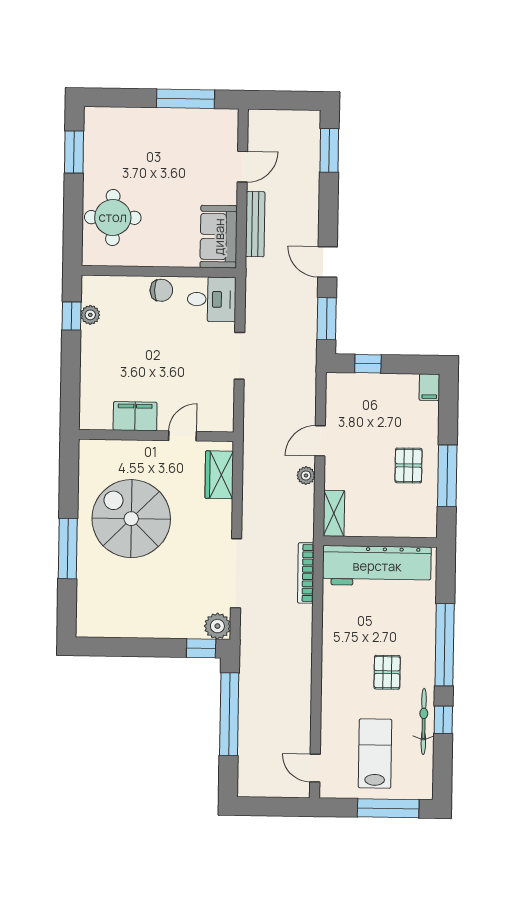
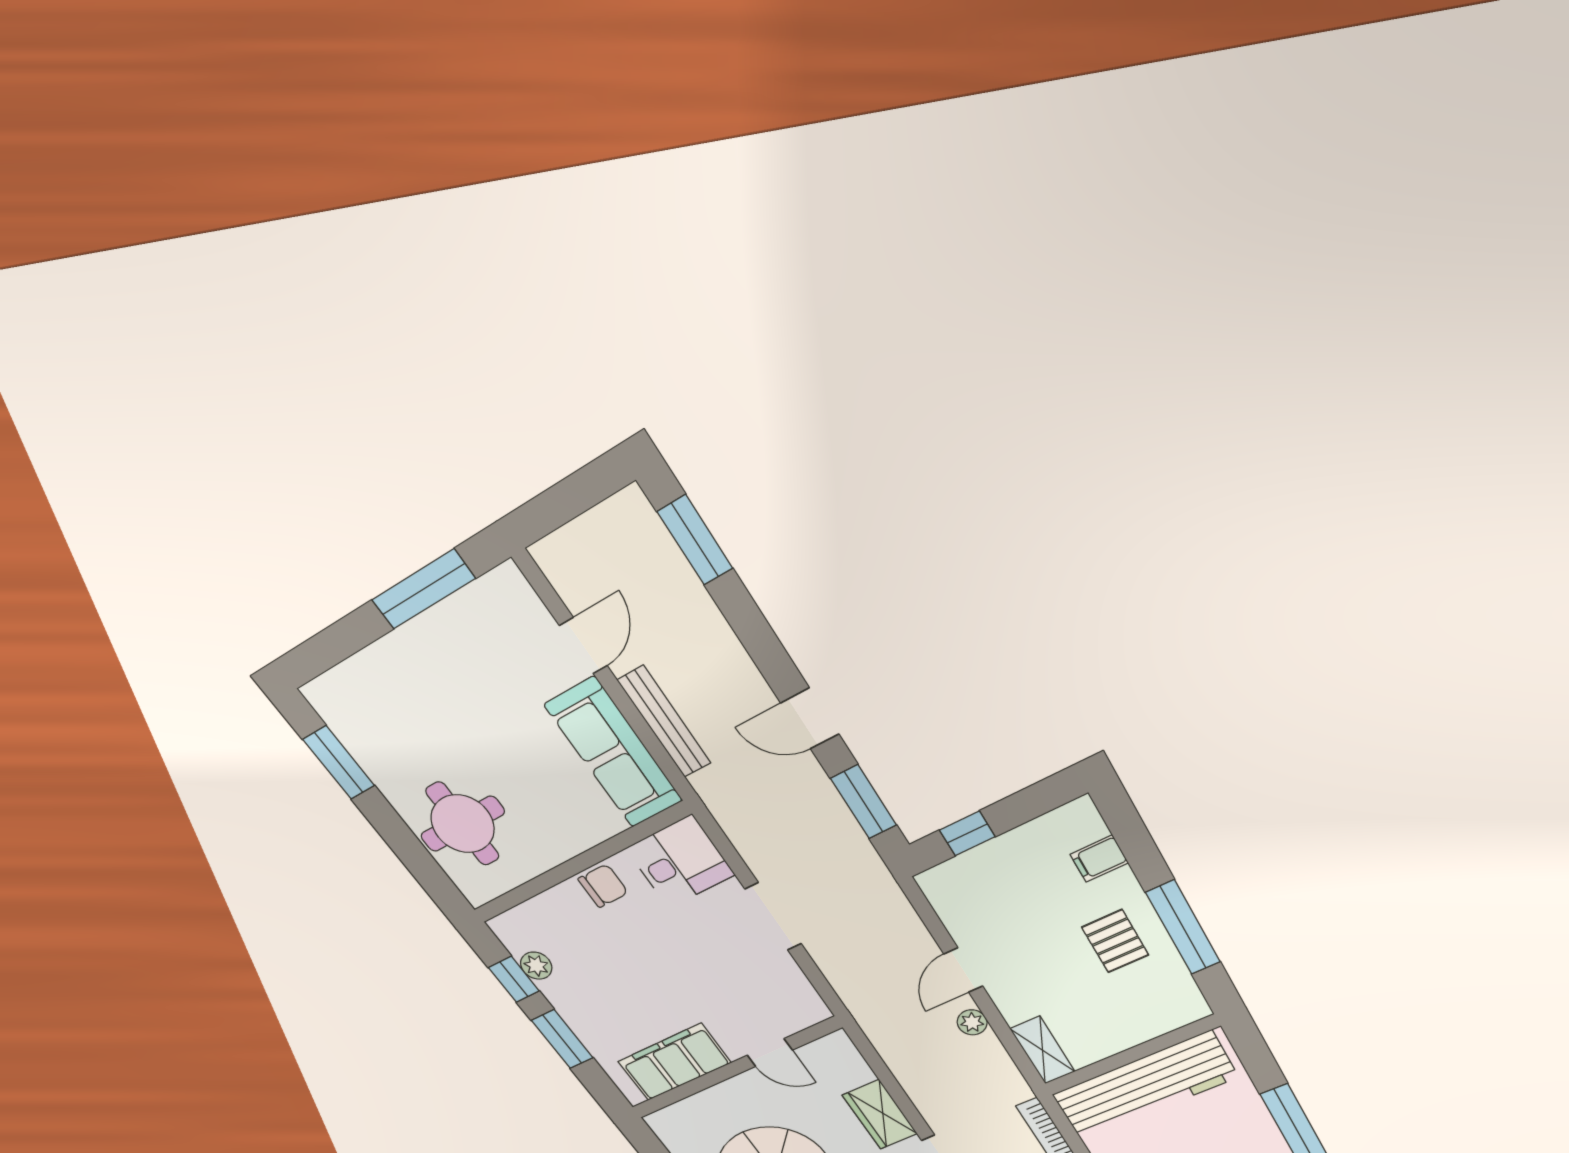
sofa: (219, 237) -> (614, 753), width x1.36
window: (71, 366) -> (562, 1039), added
filing cabinet: (429, 387) -> (1099, 859), moved, turned 90
filing cabinet: (135, 416) -> (674, 1062), width x1.50, depth x1.17
door: (183, 436) -> (770, 1053), swing flipped
wardrobe: (219, 475) -> (880, 1115), moved

